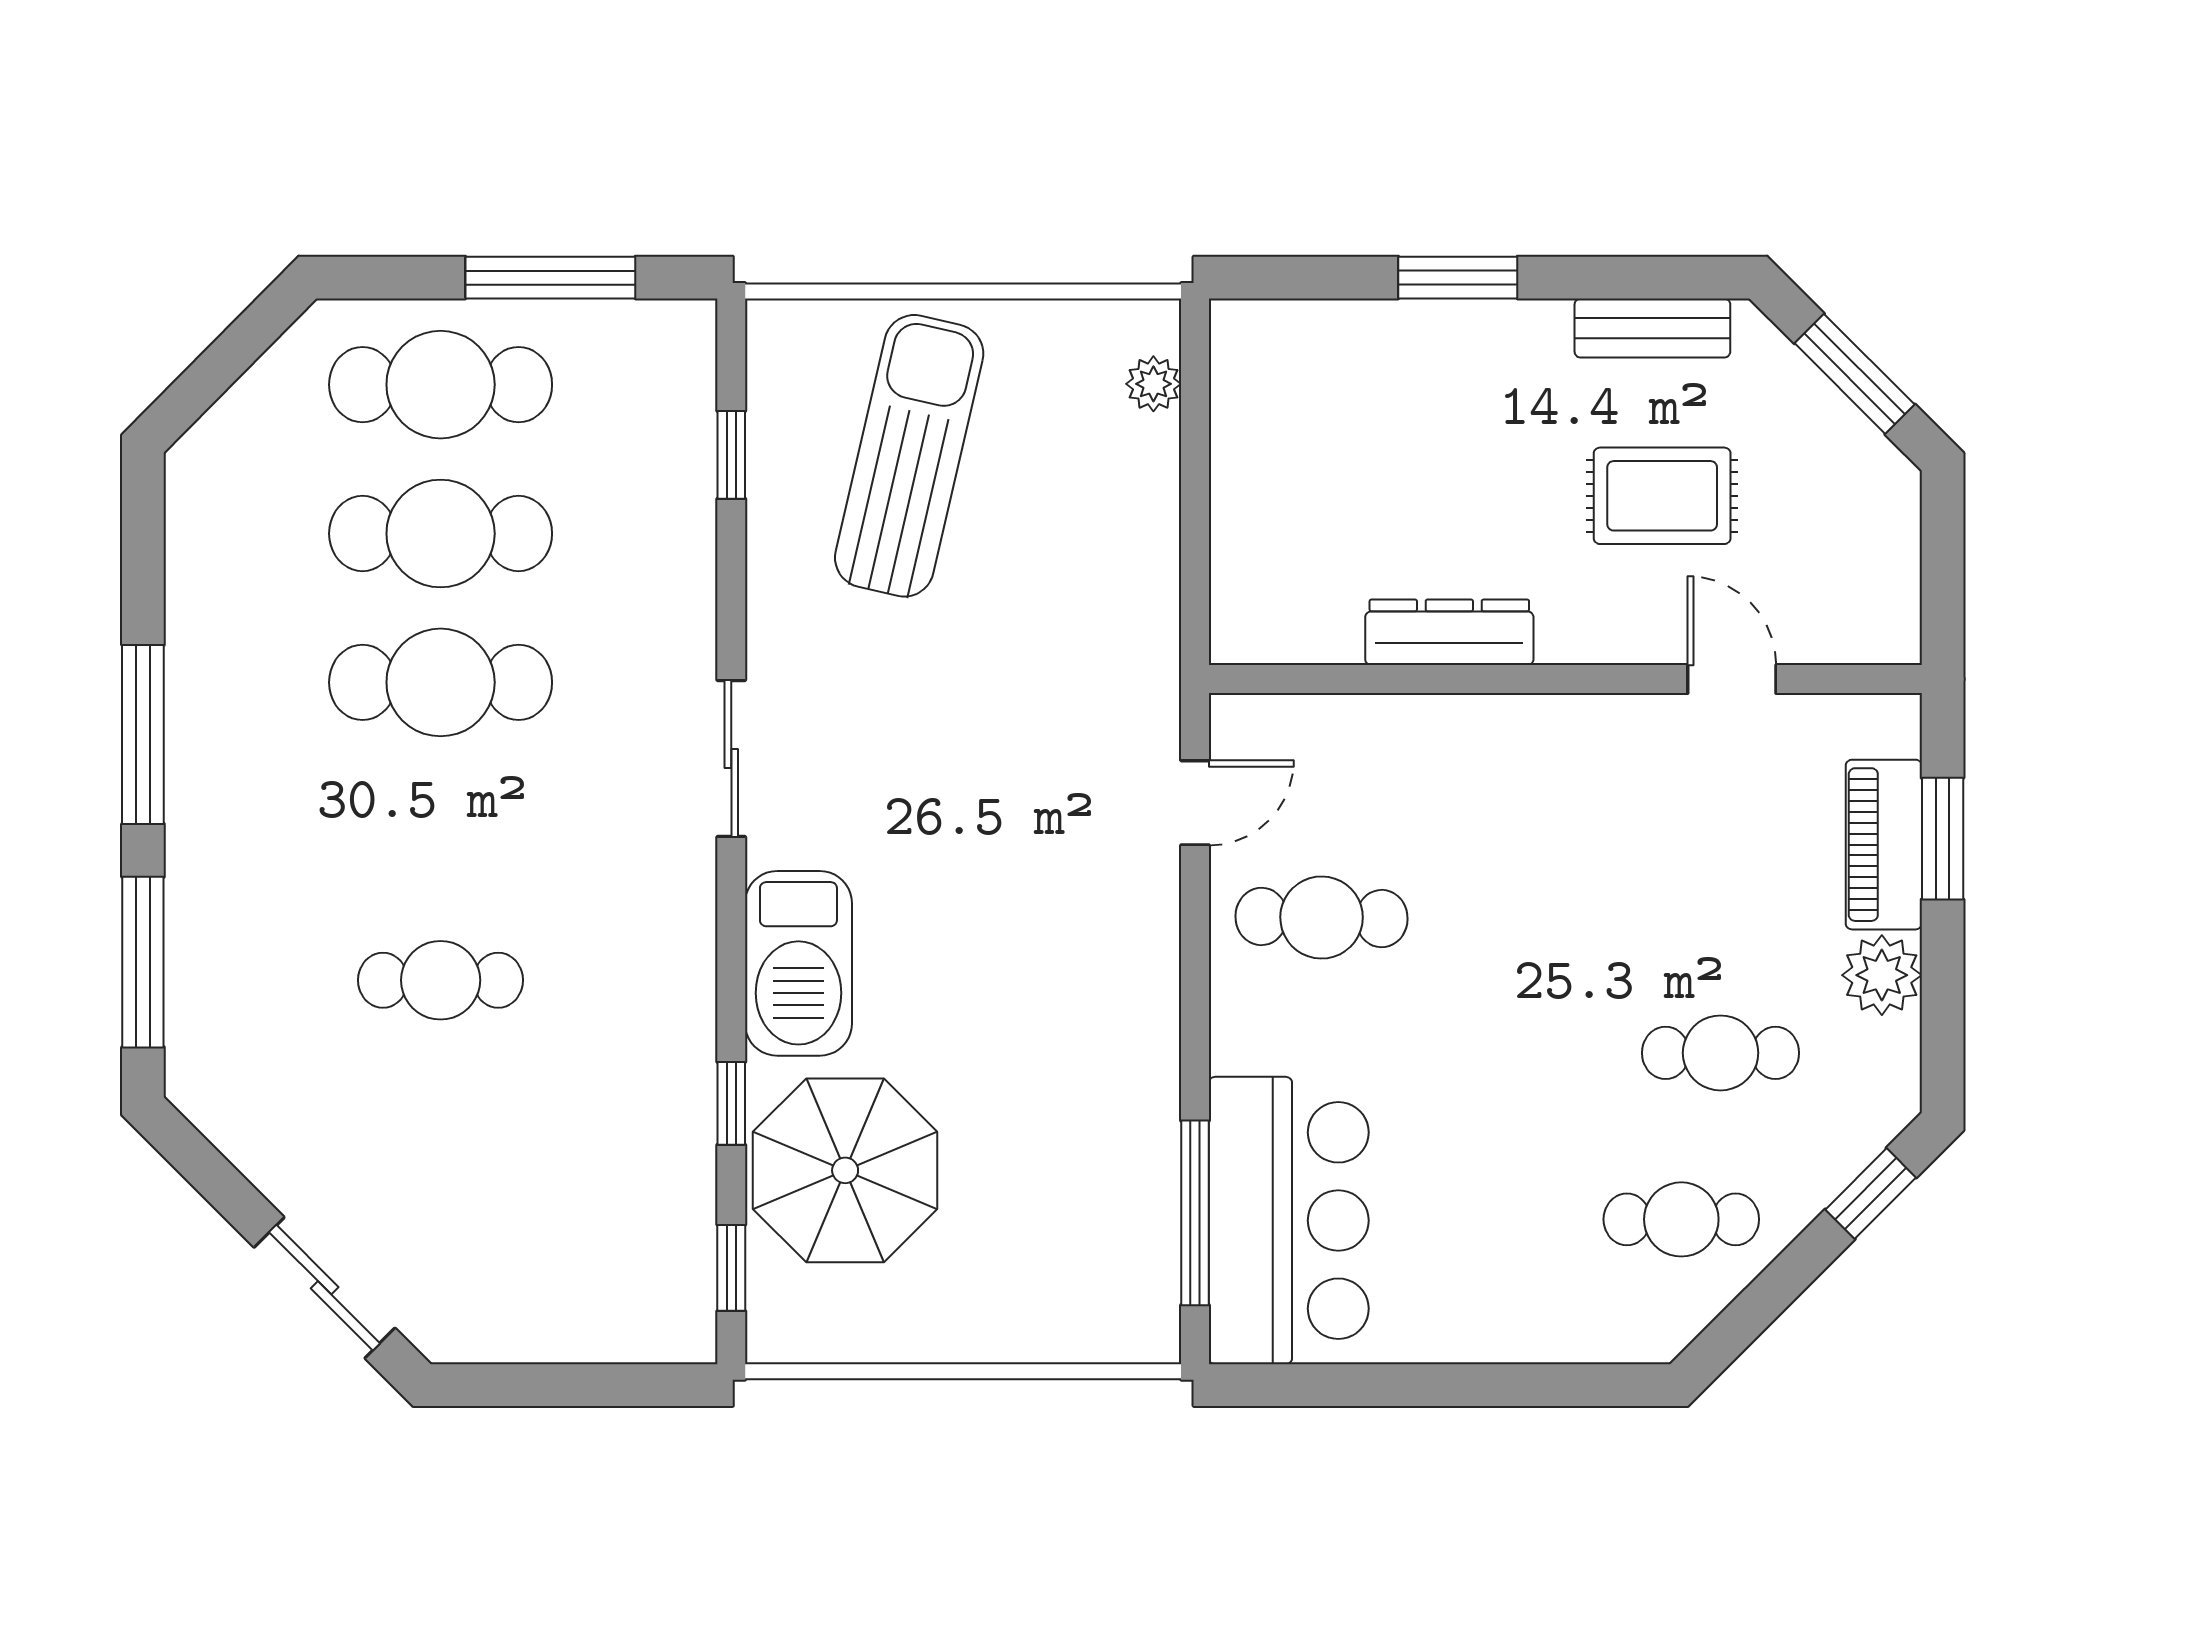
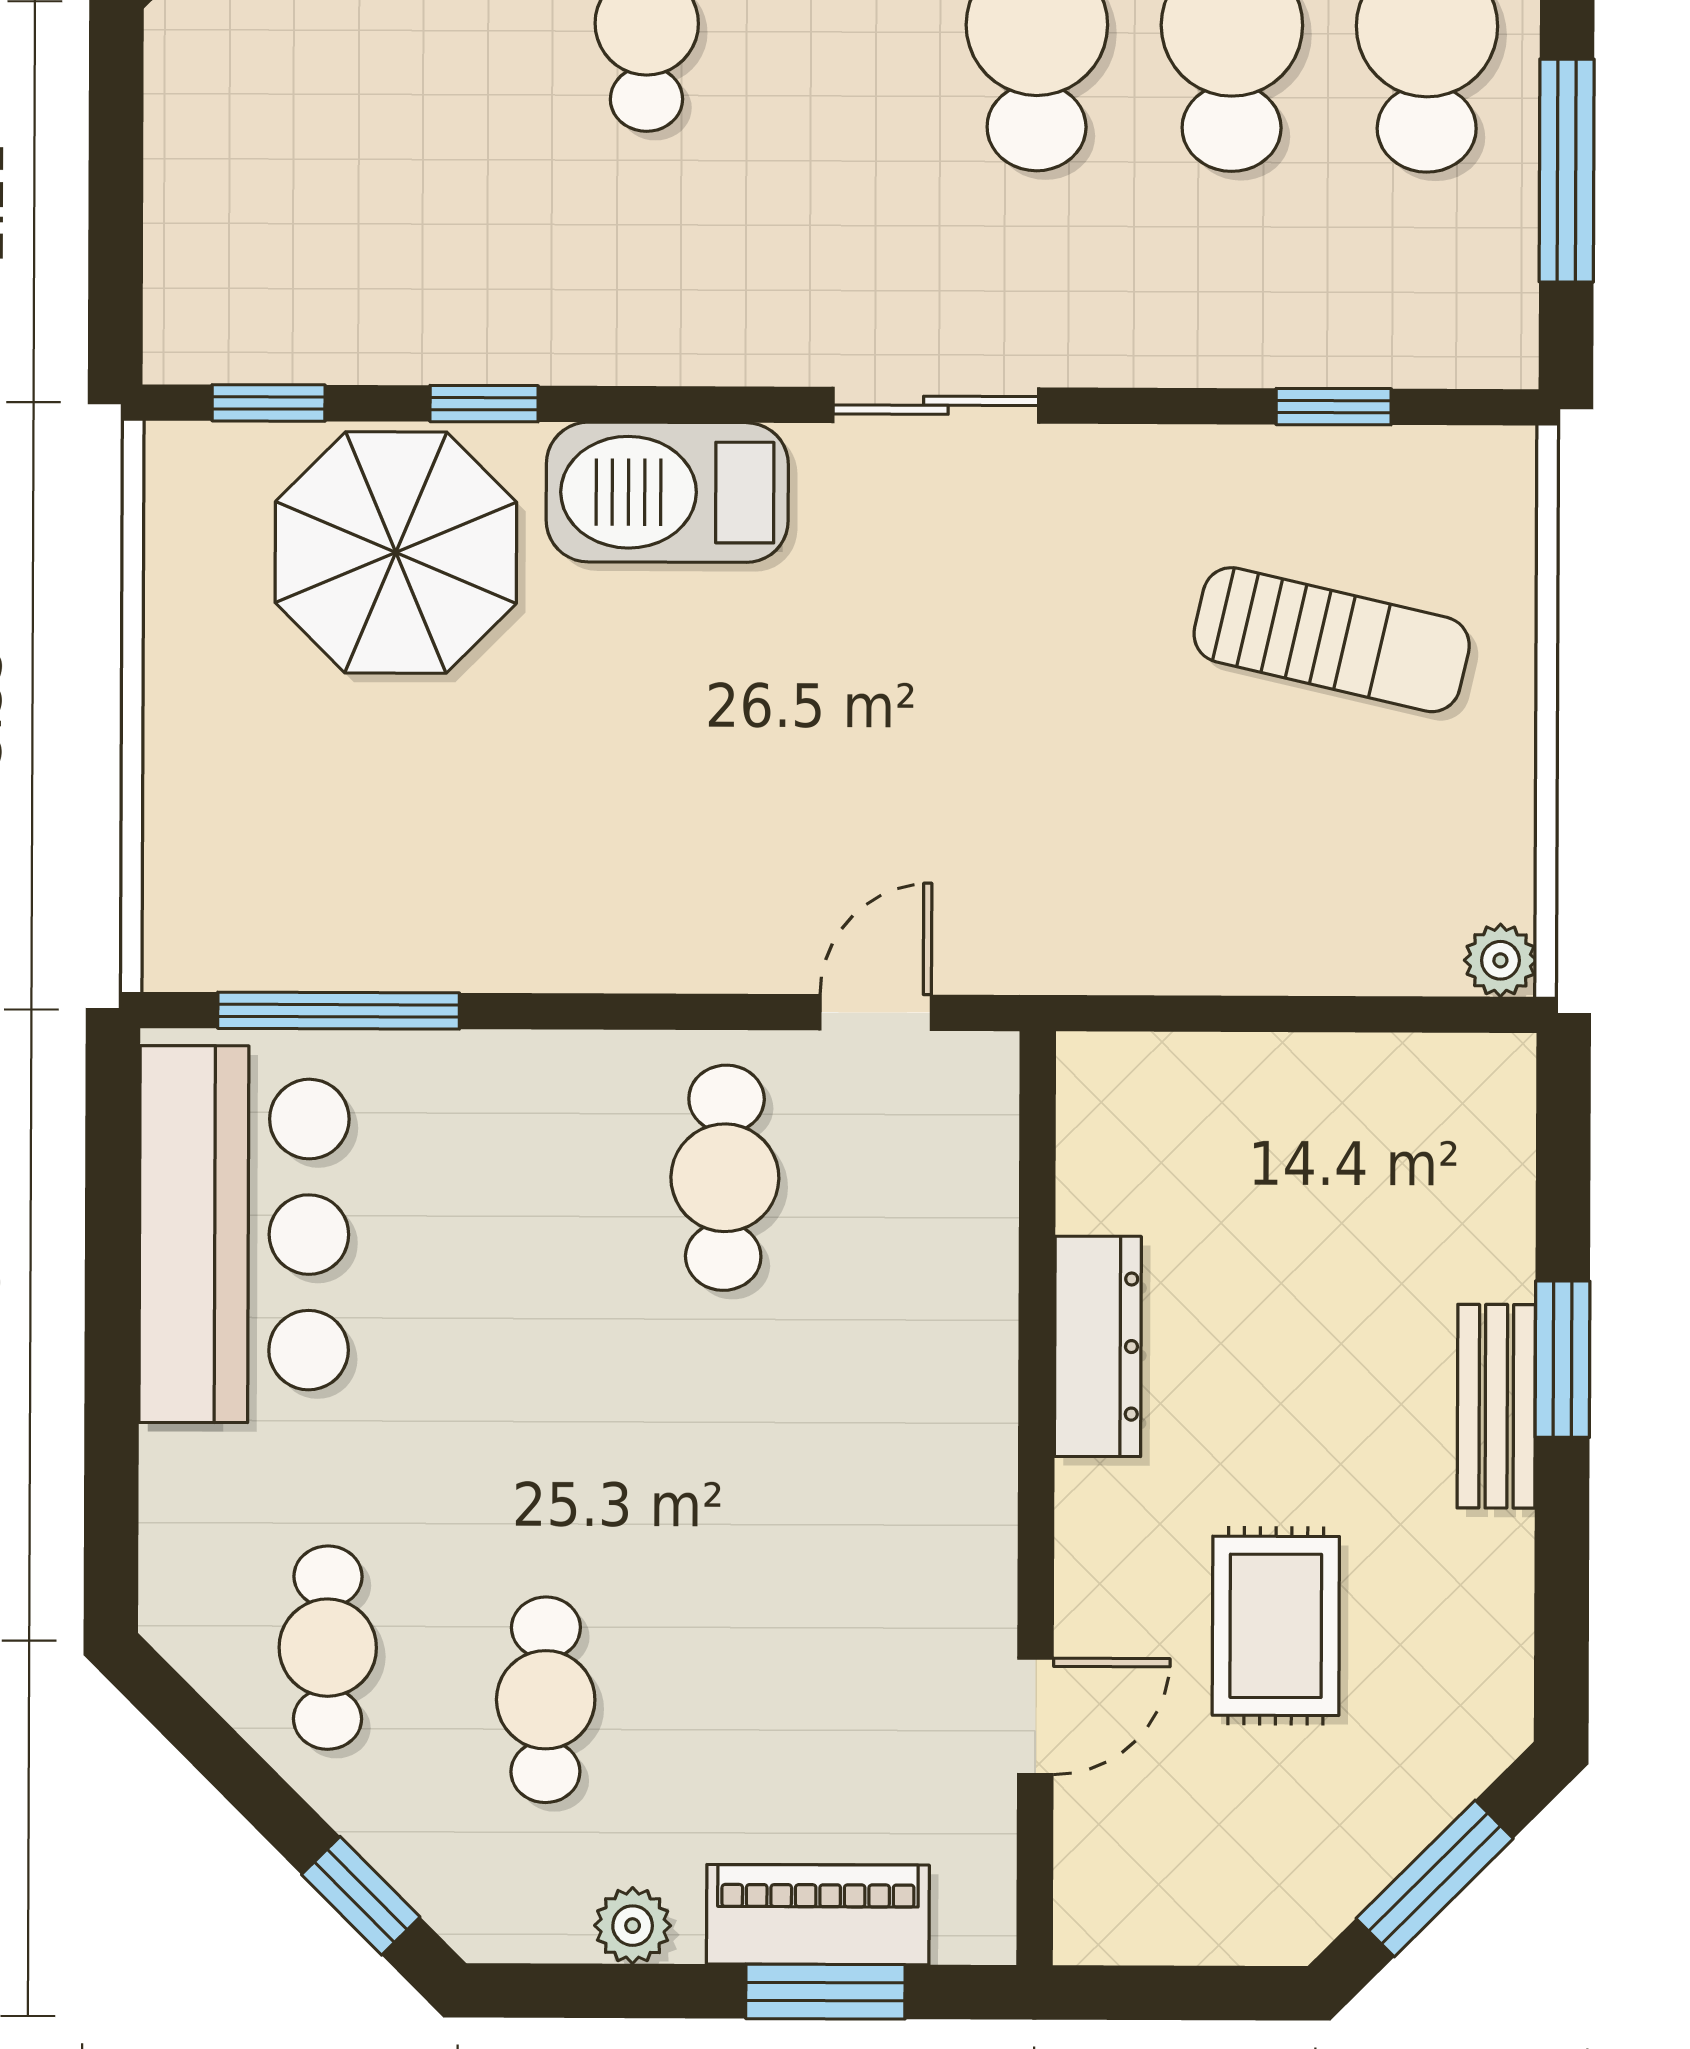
bench: (1652, 328) -> (1496, 1406), moved
plant: (1153, 384) -> (1500, 960), moved
sun lounger: (909, 456) -> (1332, 640), width x0.73, depth x0.75
door: (1195, 803) -> (876, 1013), swing flipped
plant: (1882, 975) -> (633, 1926), width x0.73, depth x0.73
bar counter: (1289, 1221) -> (244, 1234), moved, turned -90

